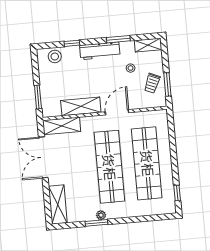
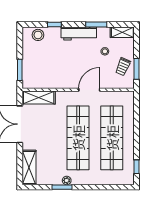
shelving: (81, 106) -> (57, 82), removed

